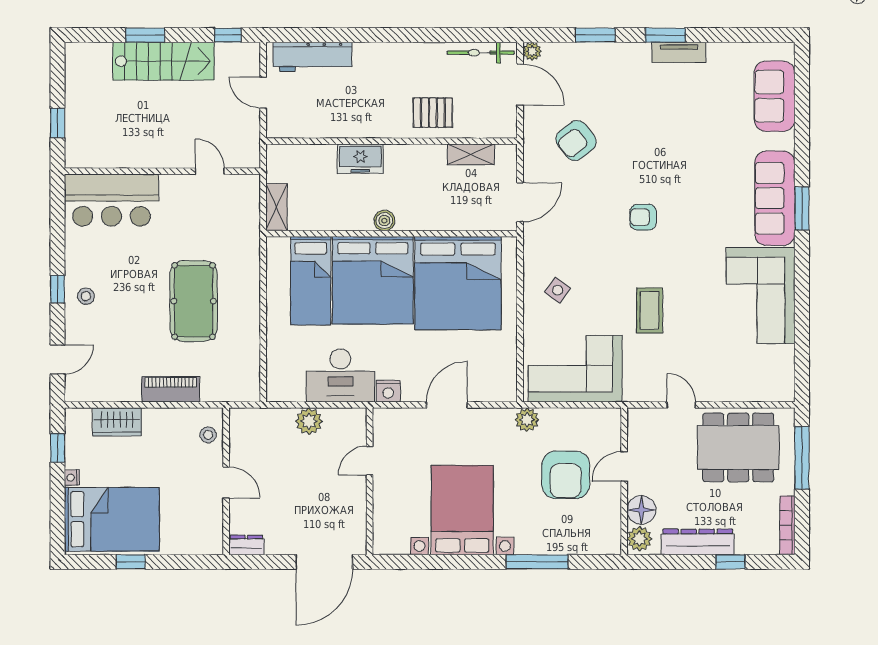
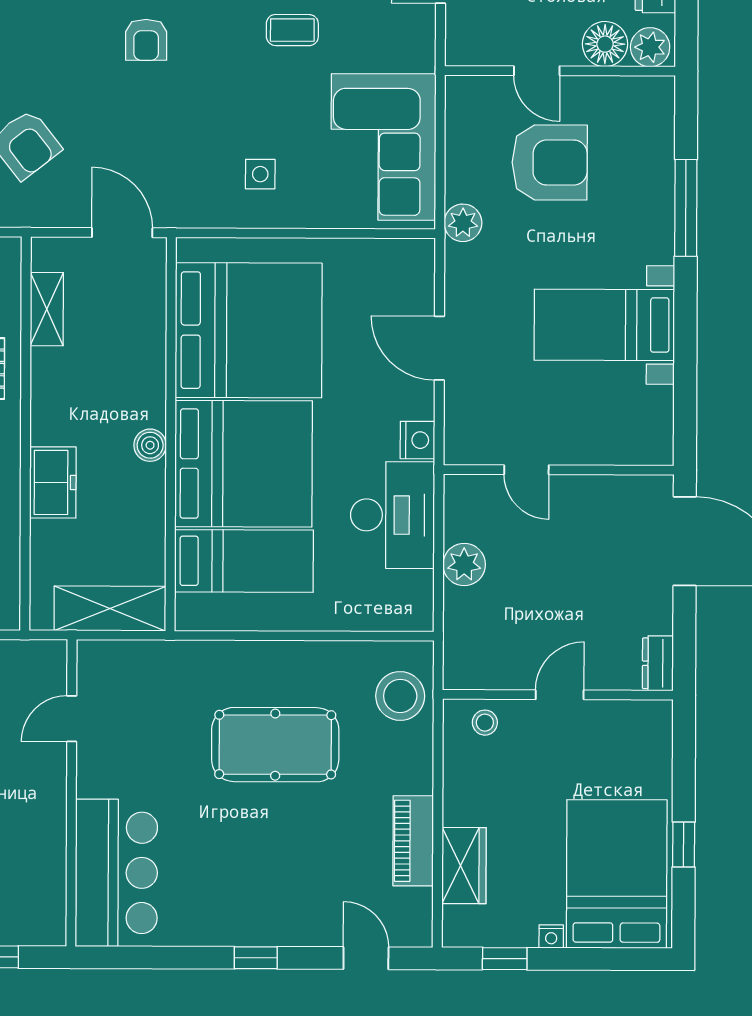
shelving: (277, 207) -> (110, 608), width x1.50, depth x1.33
side table: (558, 290) -> (260, 174), turned -36
stool: (86, 296) -> (400, 696), moved, width x1.89, depth x1.89
coffee table: (650, 310) -> (292, 30), width x0.73, depth x0.77
piano: (171, 389) -> (413, 841), moved
bed with nightstands: (462, 510) -> (604, 325), width x0.73

